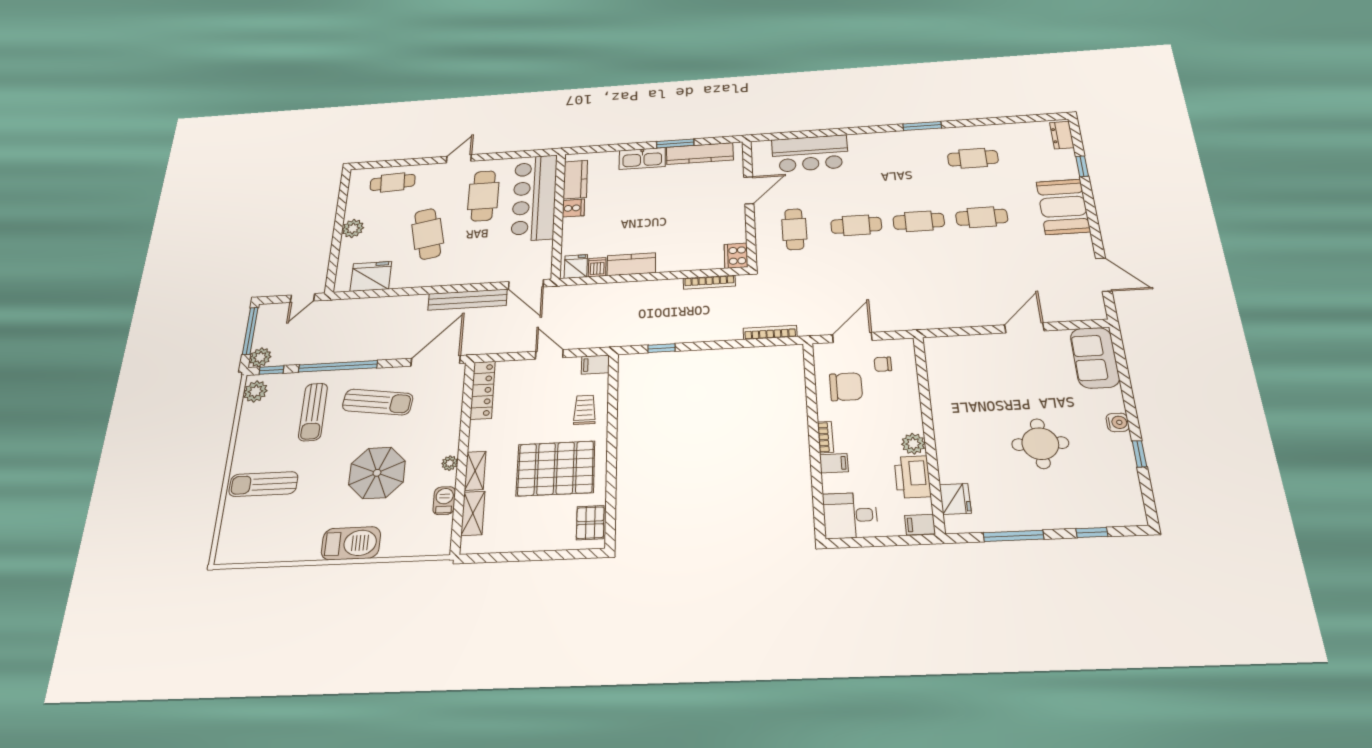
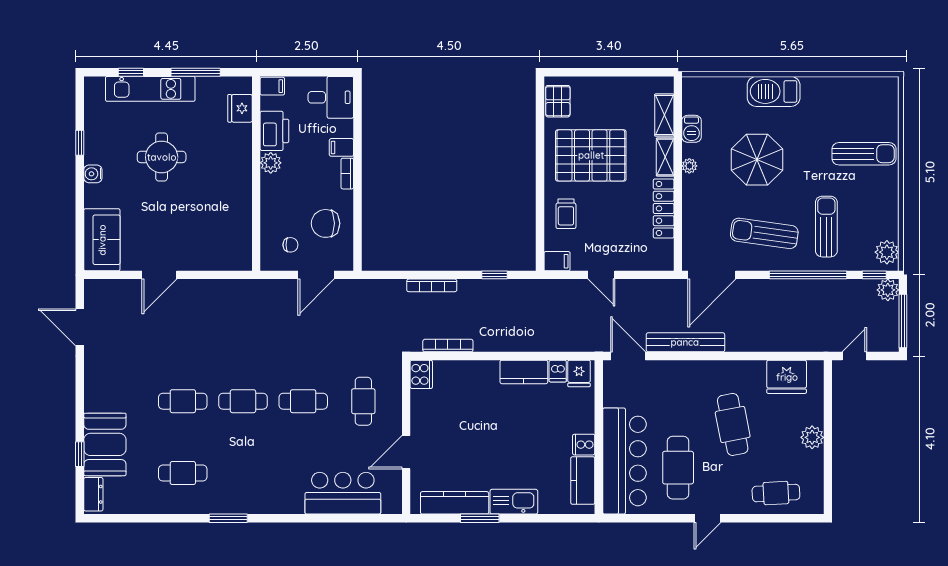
booth: (1063, 207) -> (105, 444), moved
bookcase: (770, 332) -> (432, 285), moved
locker: (483, 390) -> (664, 208), moved
kitchen unit: (1065, 515) -> (150, 89), added

